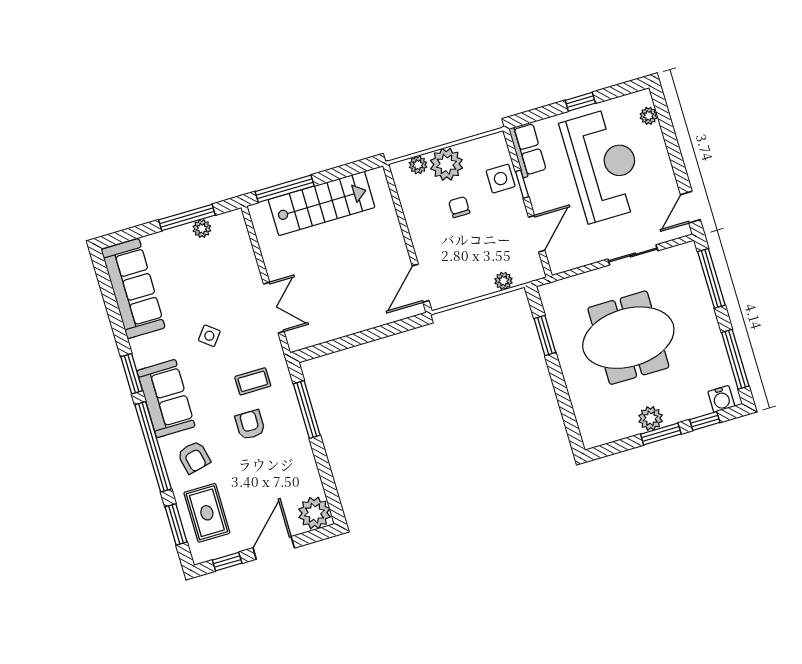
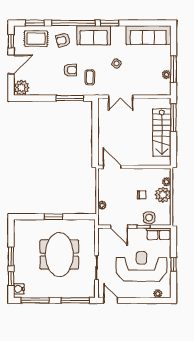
reception desk: (604, 165) -> (141, 266), turned 180
window: (545, 335) -> (54, 217), moved
plant: (651, 418) -> (19, 254), removed
door: (274, 548) -> (11, 64), hinge flipped

